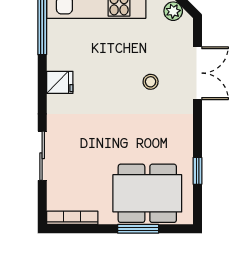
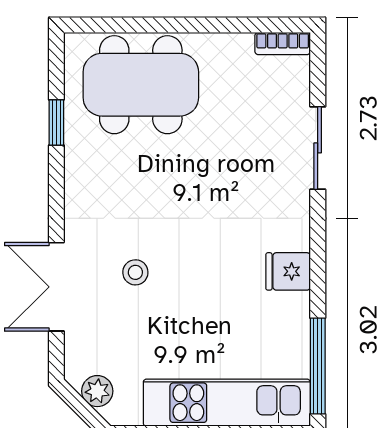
bookcase: (72, 218) -> (283, 44), width x0.64
window: (138, 229) -> (156, 25), removed

